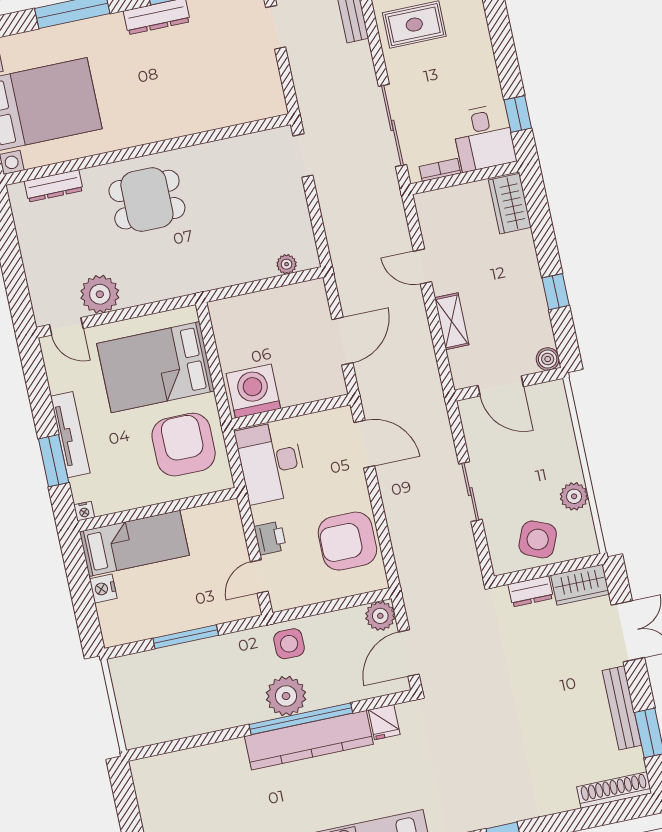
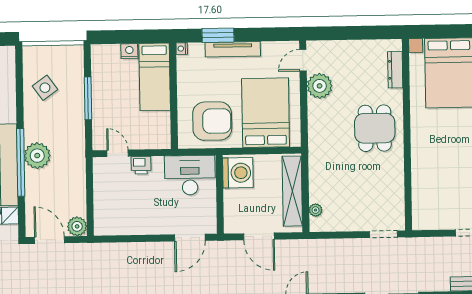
shelving: (265, 304) -> (292, 191), added
armchair: (347, 541) -> (129, 215), removed
side table: (289, 644) -> (45, 88), moved, turned -36

